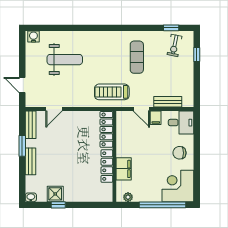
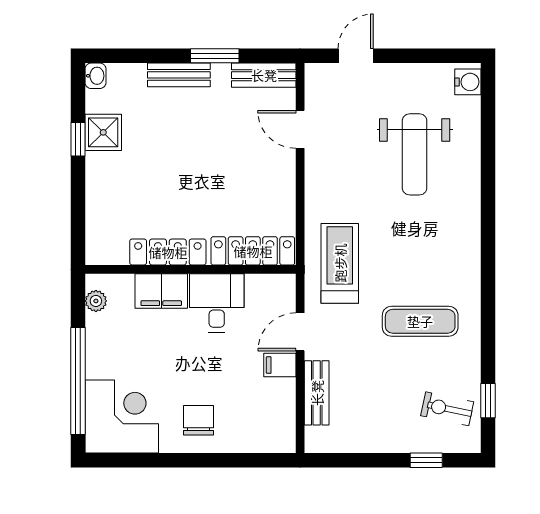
desk: (181, 123) -> (217, 303), moved, turned 180

